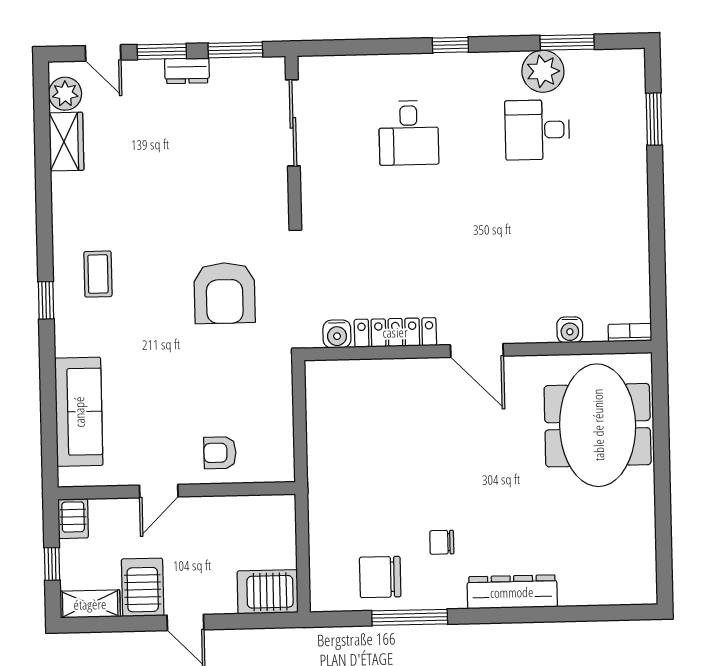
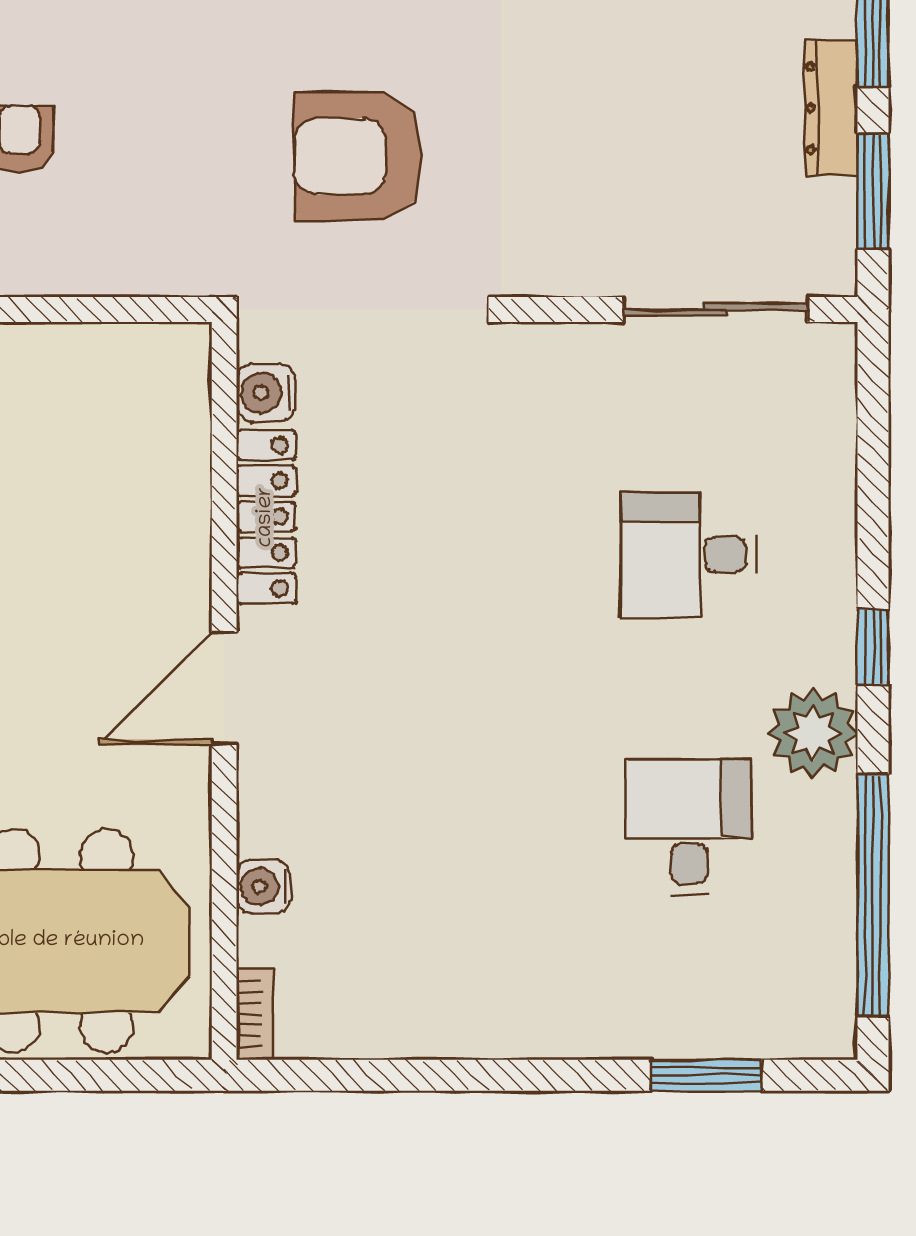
window: (567, 42) -> (873, 895), width x2.11
dresser: (187, 71) -> (831, 108), width x1.44
plant: (543, 71) -> (813, 733), moved

